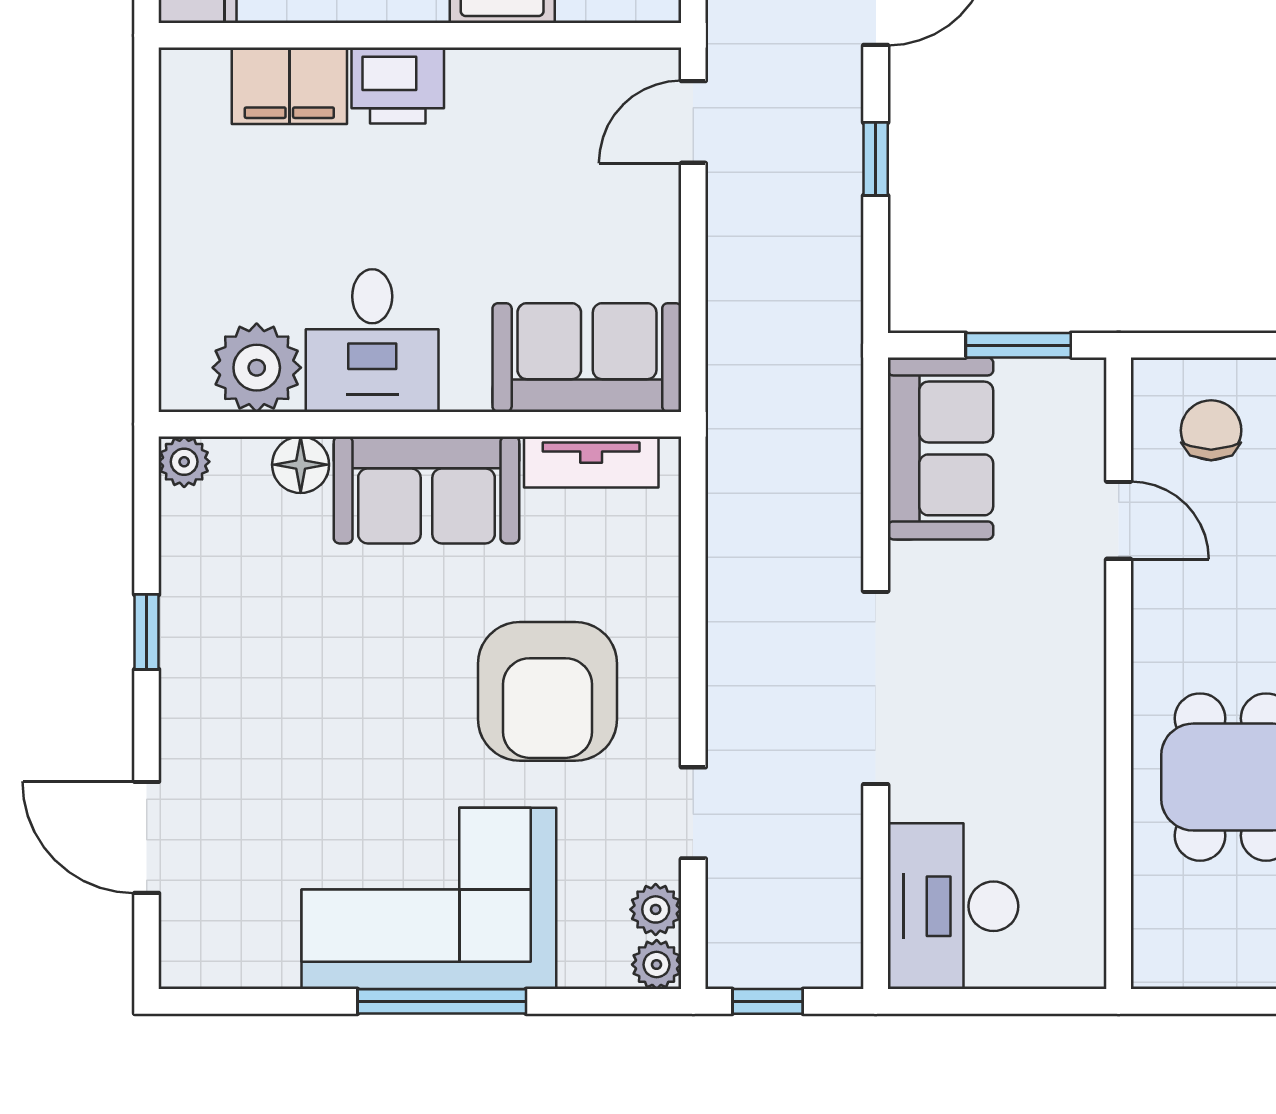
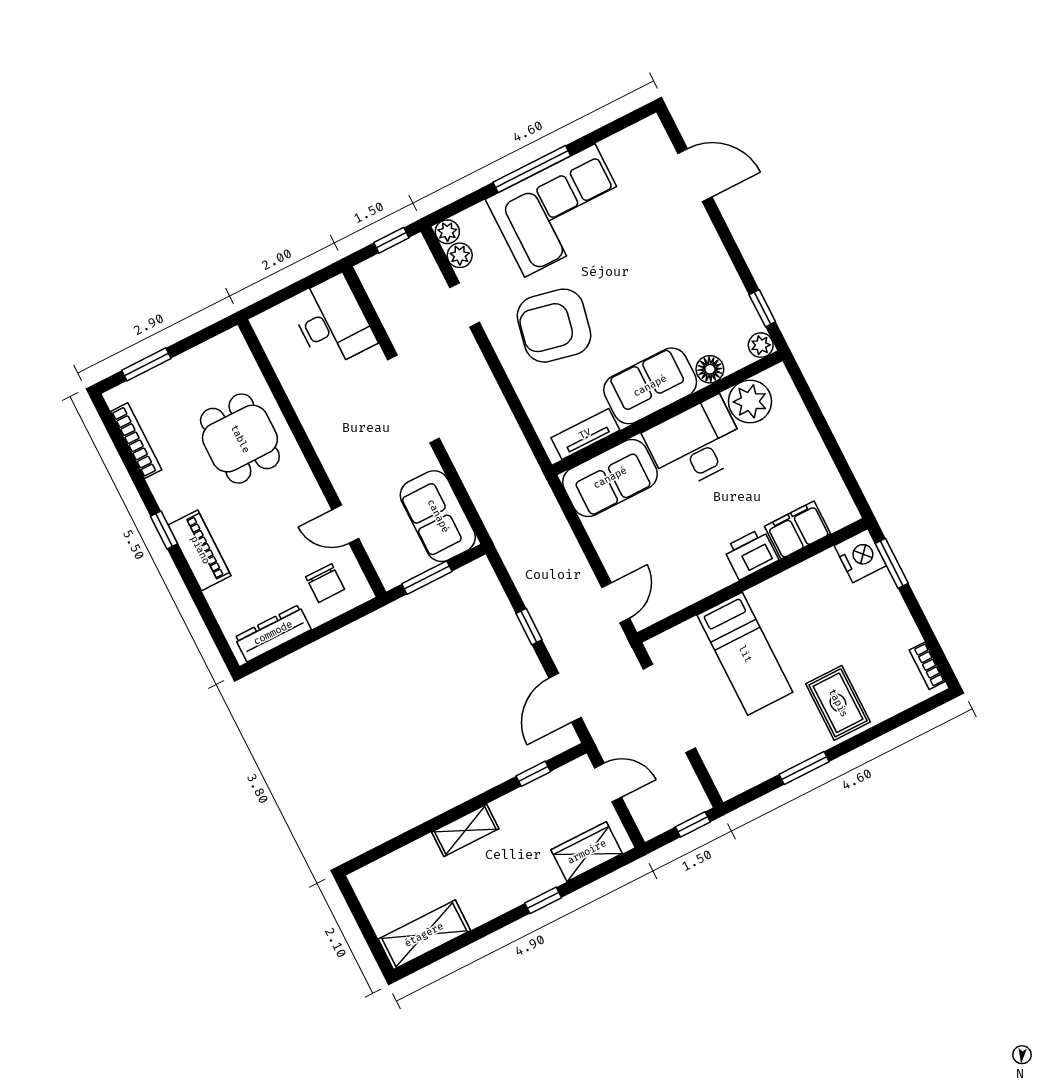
desk: (372, 341) -> (696, 444), width x1.37
window: (147, 632) -> (762, 308), moved
armchair: (548, 691) -> (554, 326), turned -78

